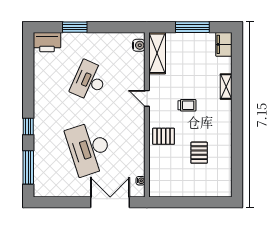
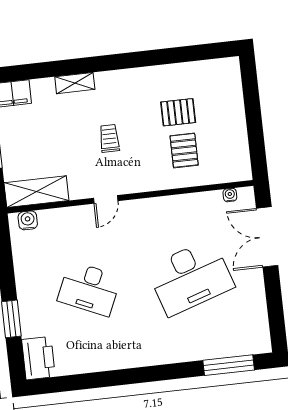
window: (28, 126) -> (168, 372), removed
pallet: (164, 136) -> (184, 150), moved

